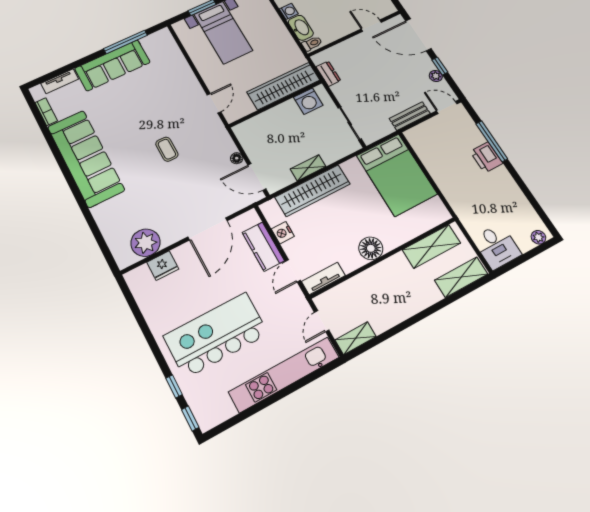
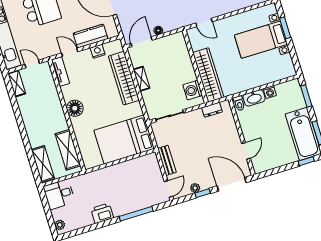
door: (418, 35) -> (232, 184), hinge flipped
printer: (486, 157) -> (102, 213), moved

